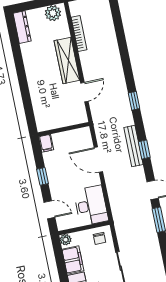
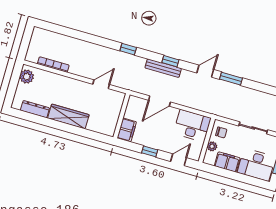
dresser: (22, 27) -> (35, 109), moved
wardrobe: (67, 60) -> (68, 116), moved, turned 180
door: (84, 92) -> (101, 84), hinge flipped
filing cabinet: (46, 143) -> (127, 130), width x2.00
plant: (66, 240) -> (212, 146), moved

